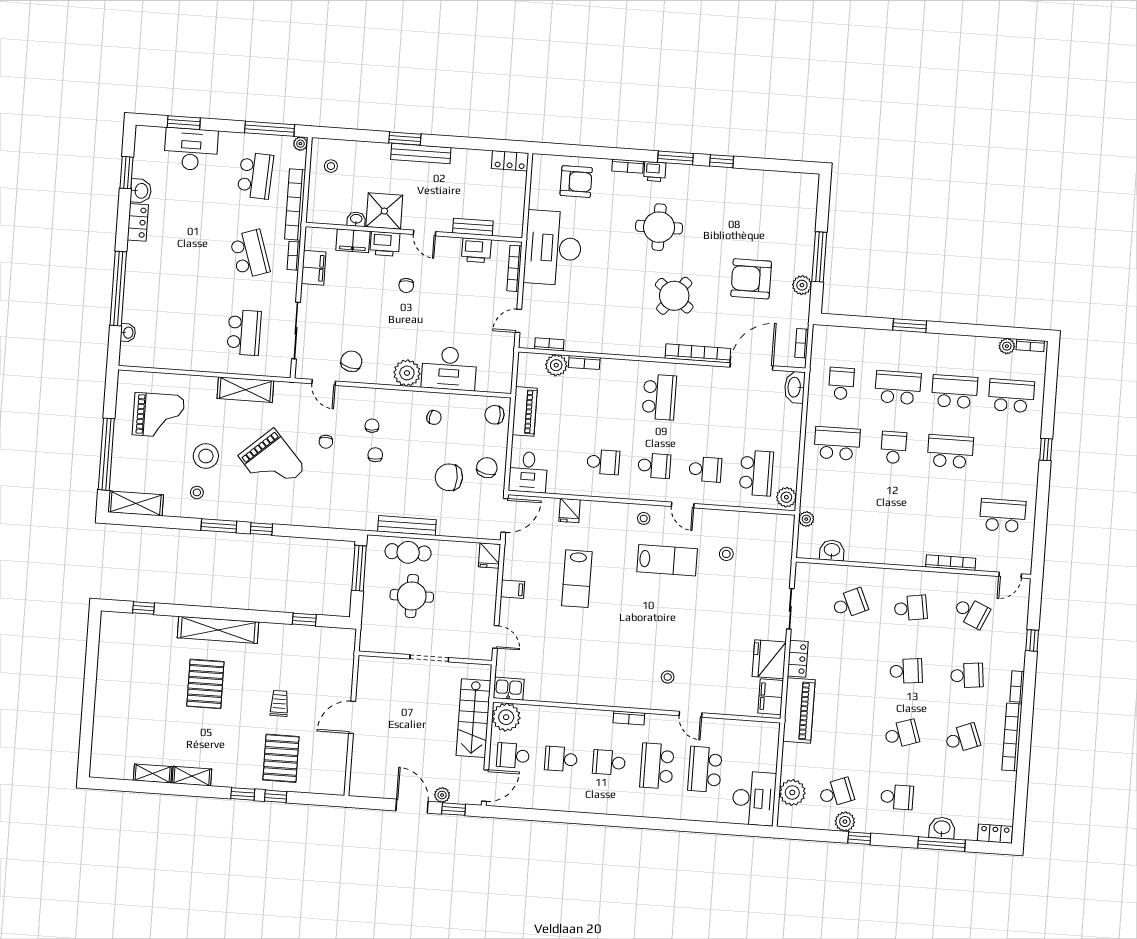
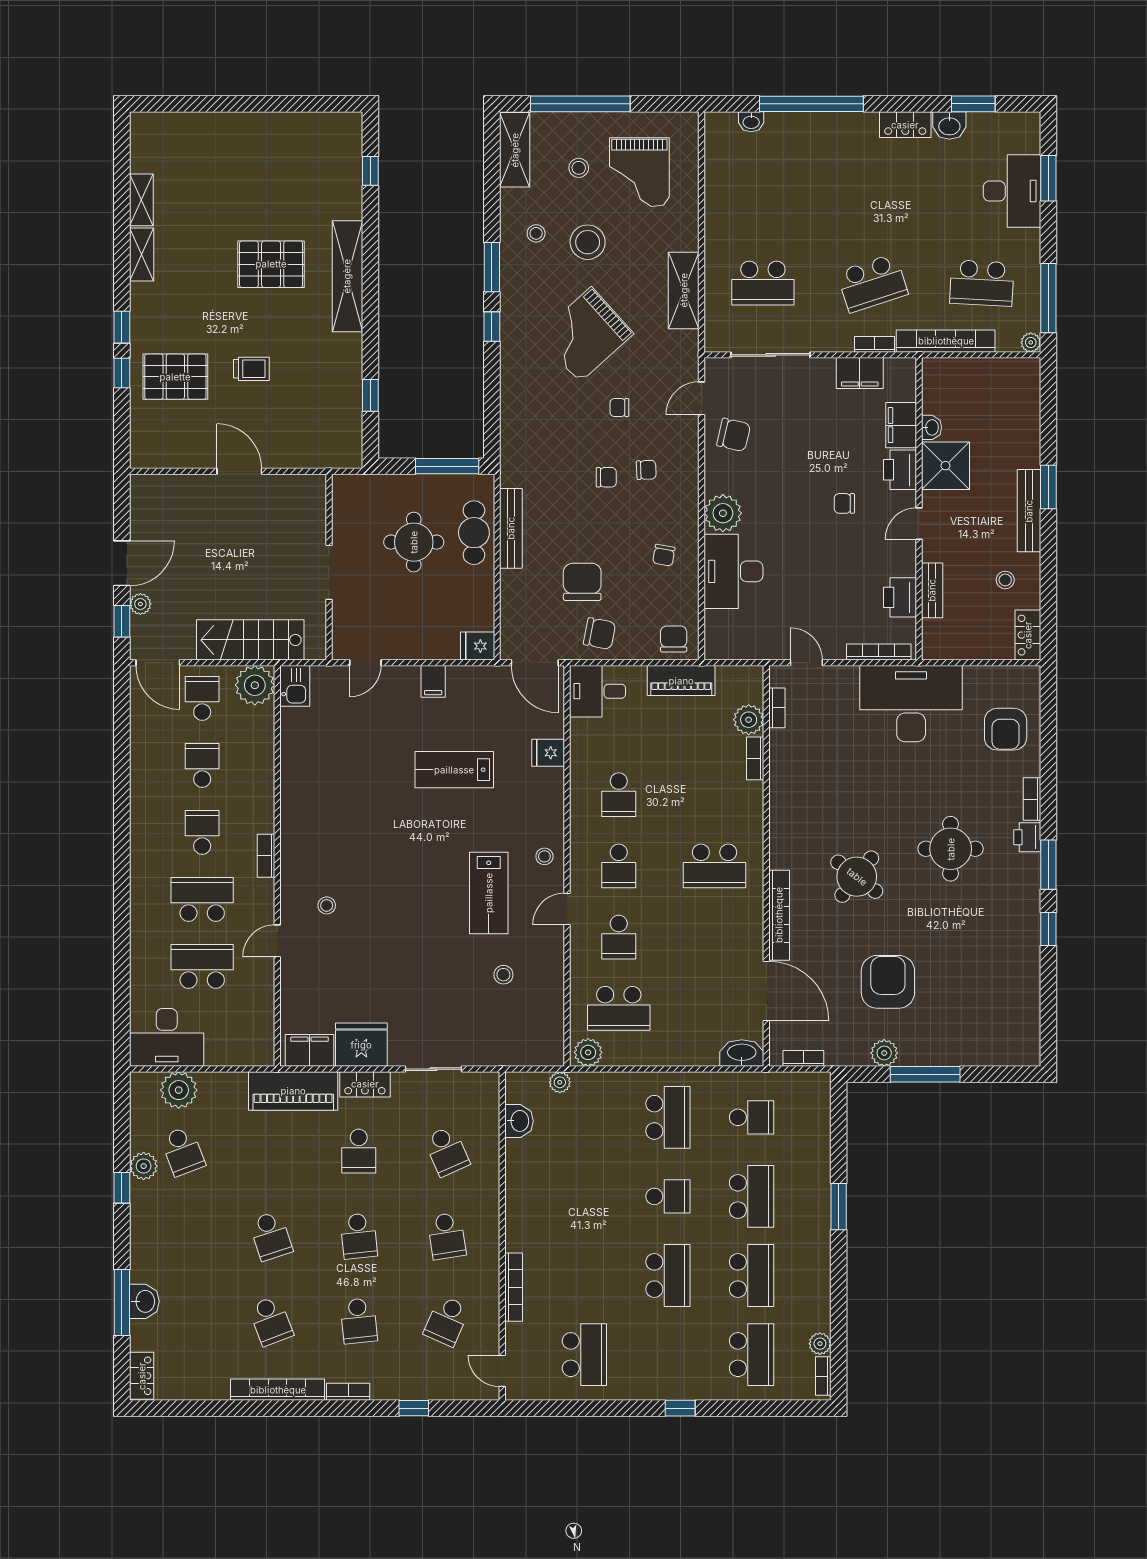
stool: (331, 166) -> (1005, 580), moved
stool: (152, 459) -> (579, 168), added
school desk: (897, 797) -> (359, 1151), moved

